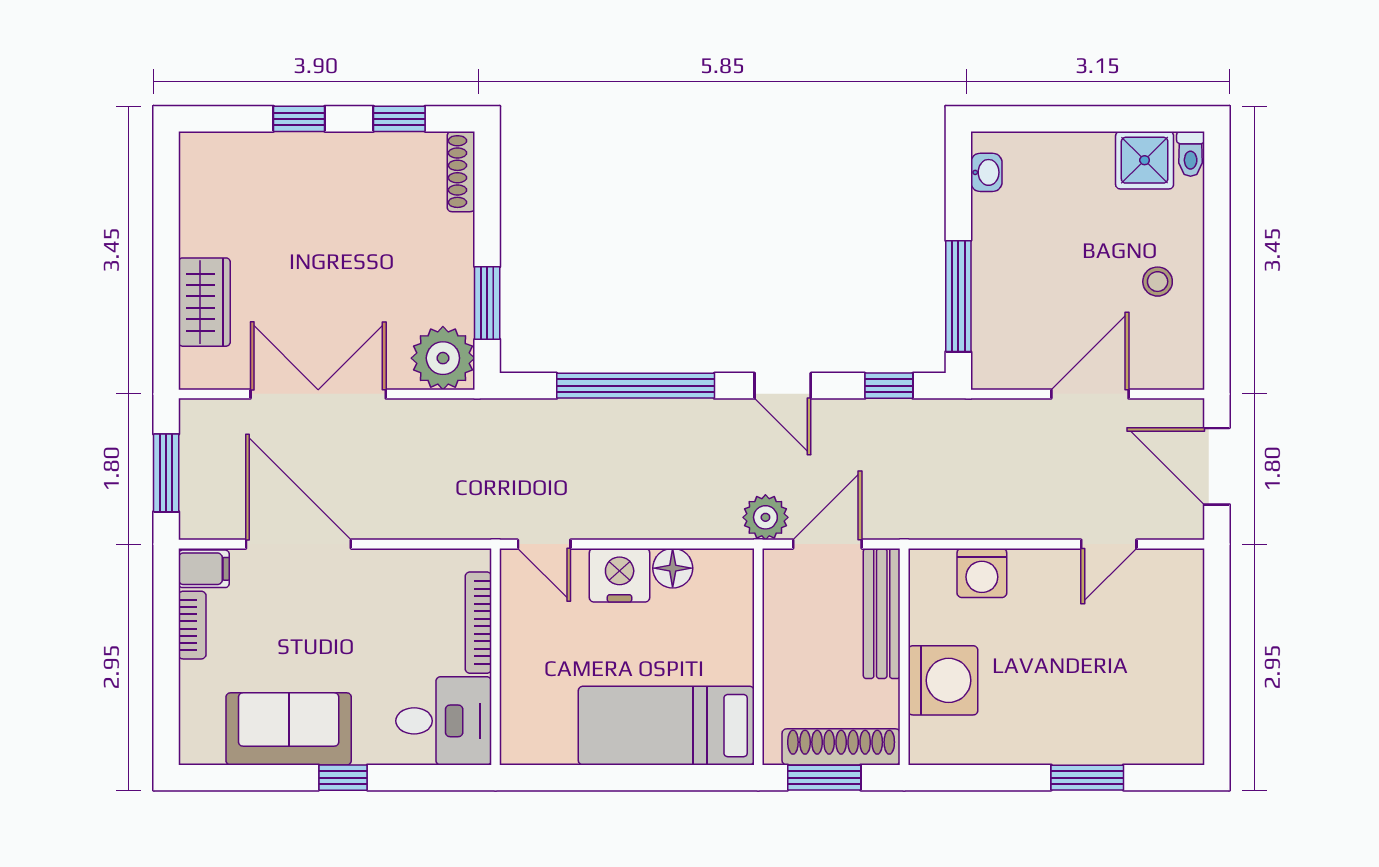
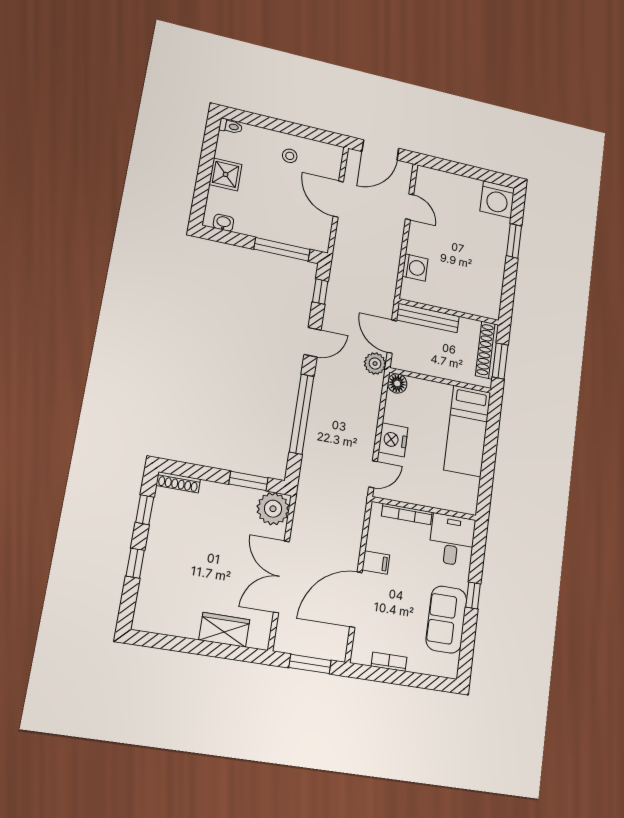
shower: (1145, 160) -> (226, 174), moved
floor lamp: (673, 568) -> (397, 383), moved
filing cabinet: (204, 569) -> (376, 562), moved, turned 90
washing machine: (943, 680) -> (497, 199), moved, turned 180

